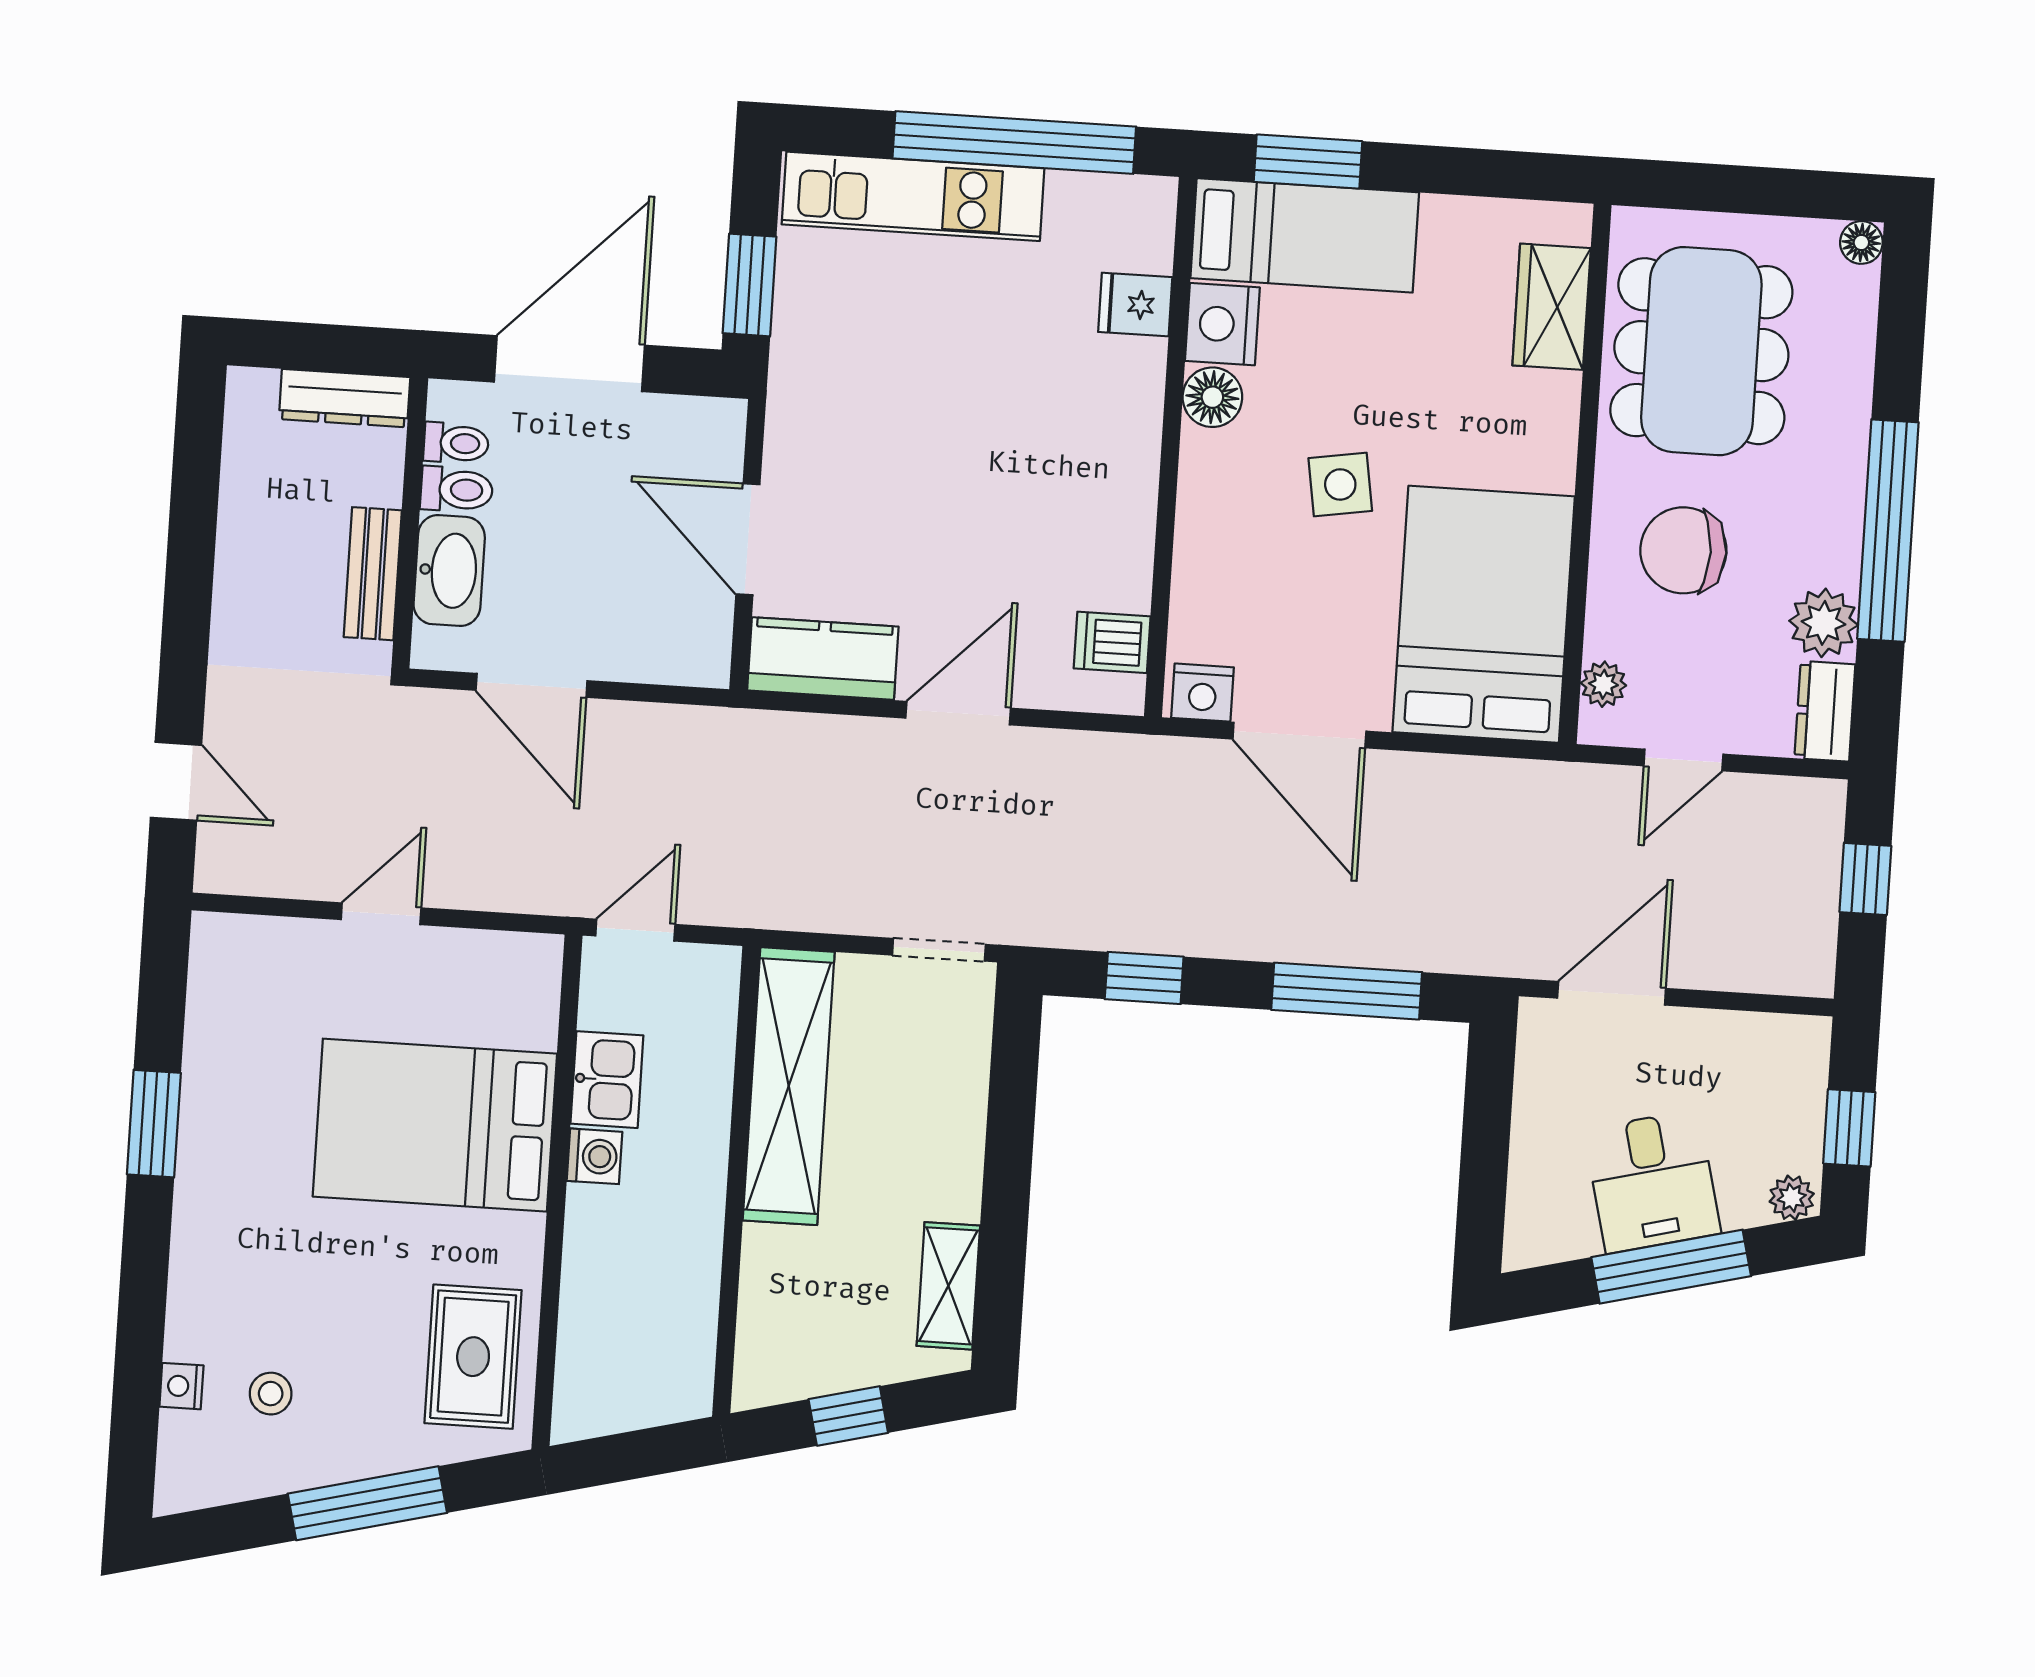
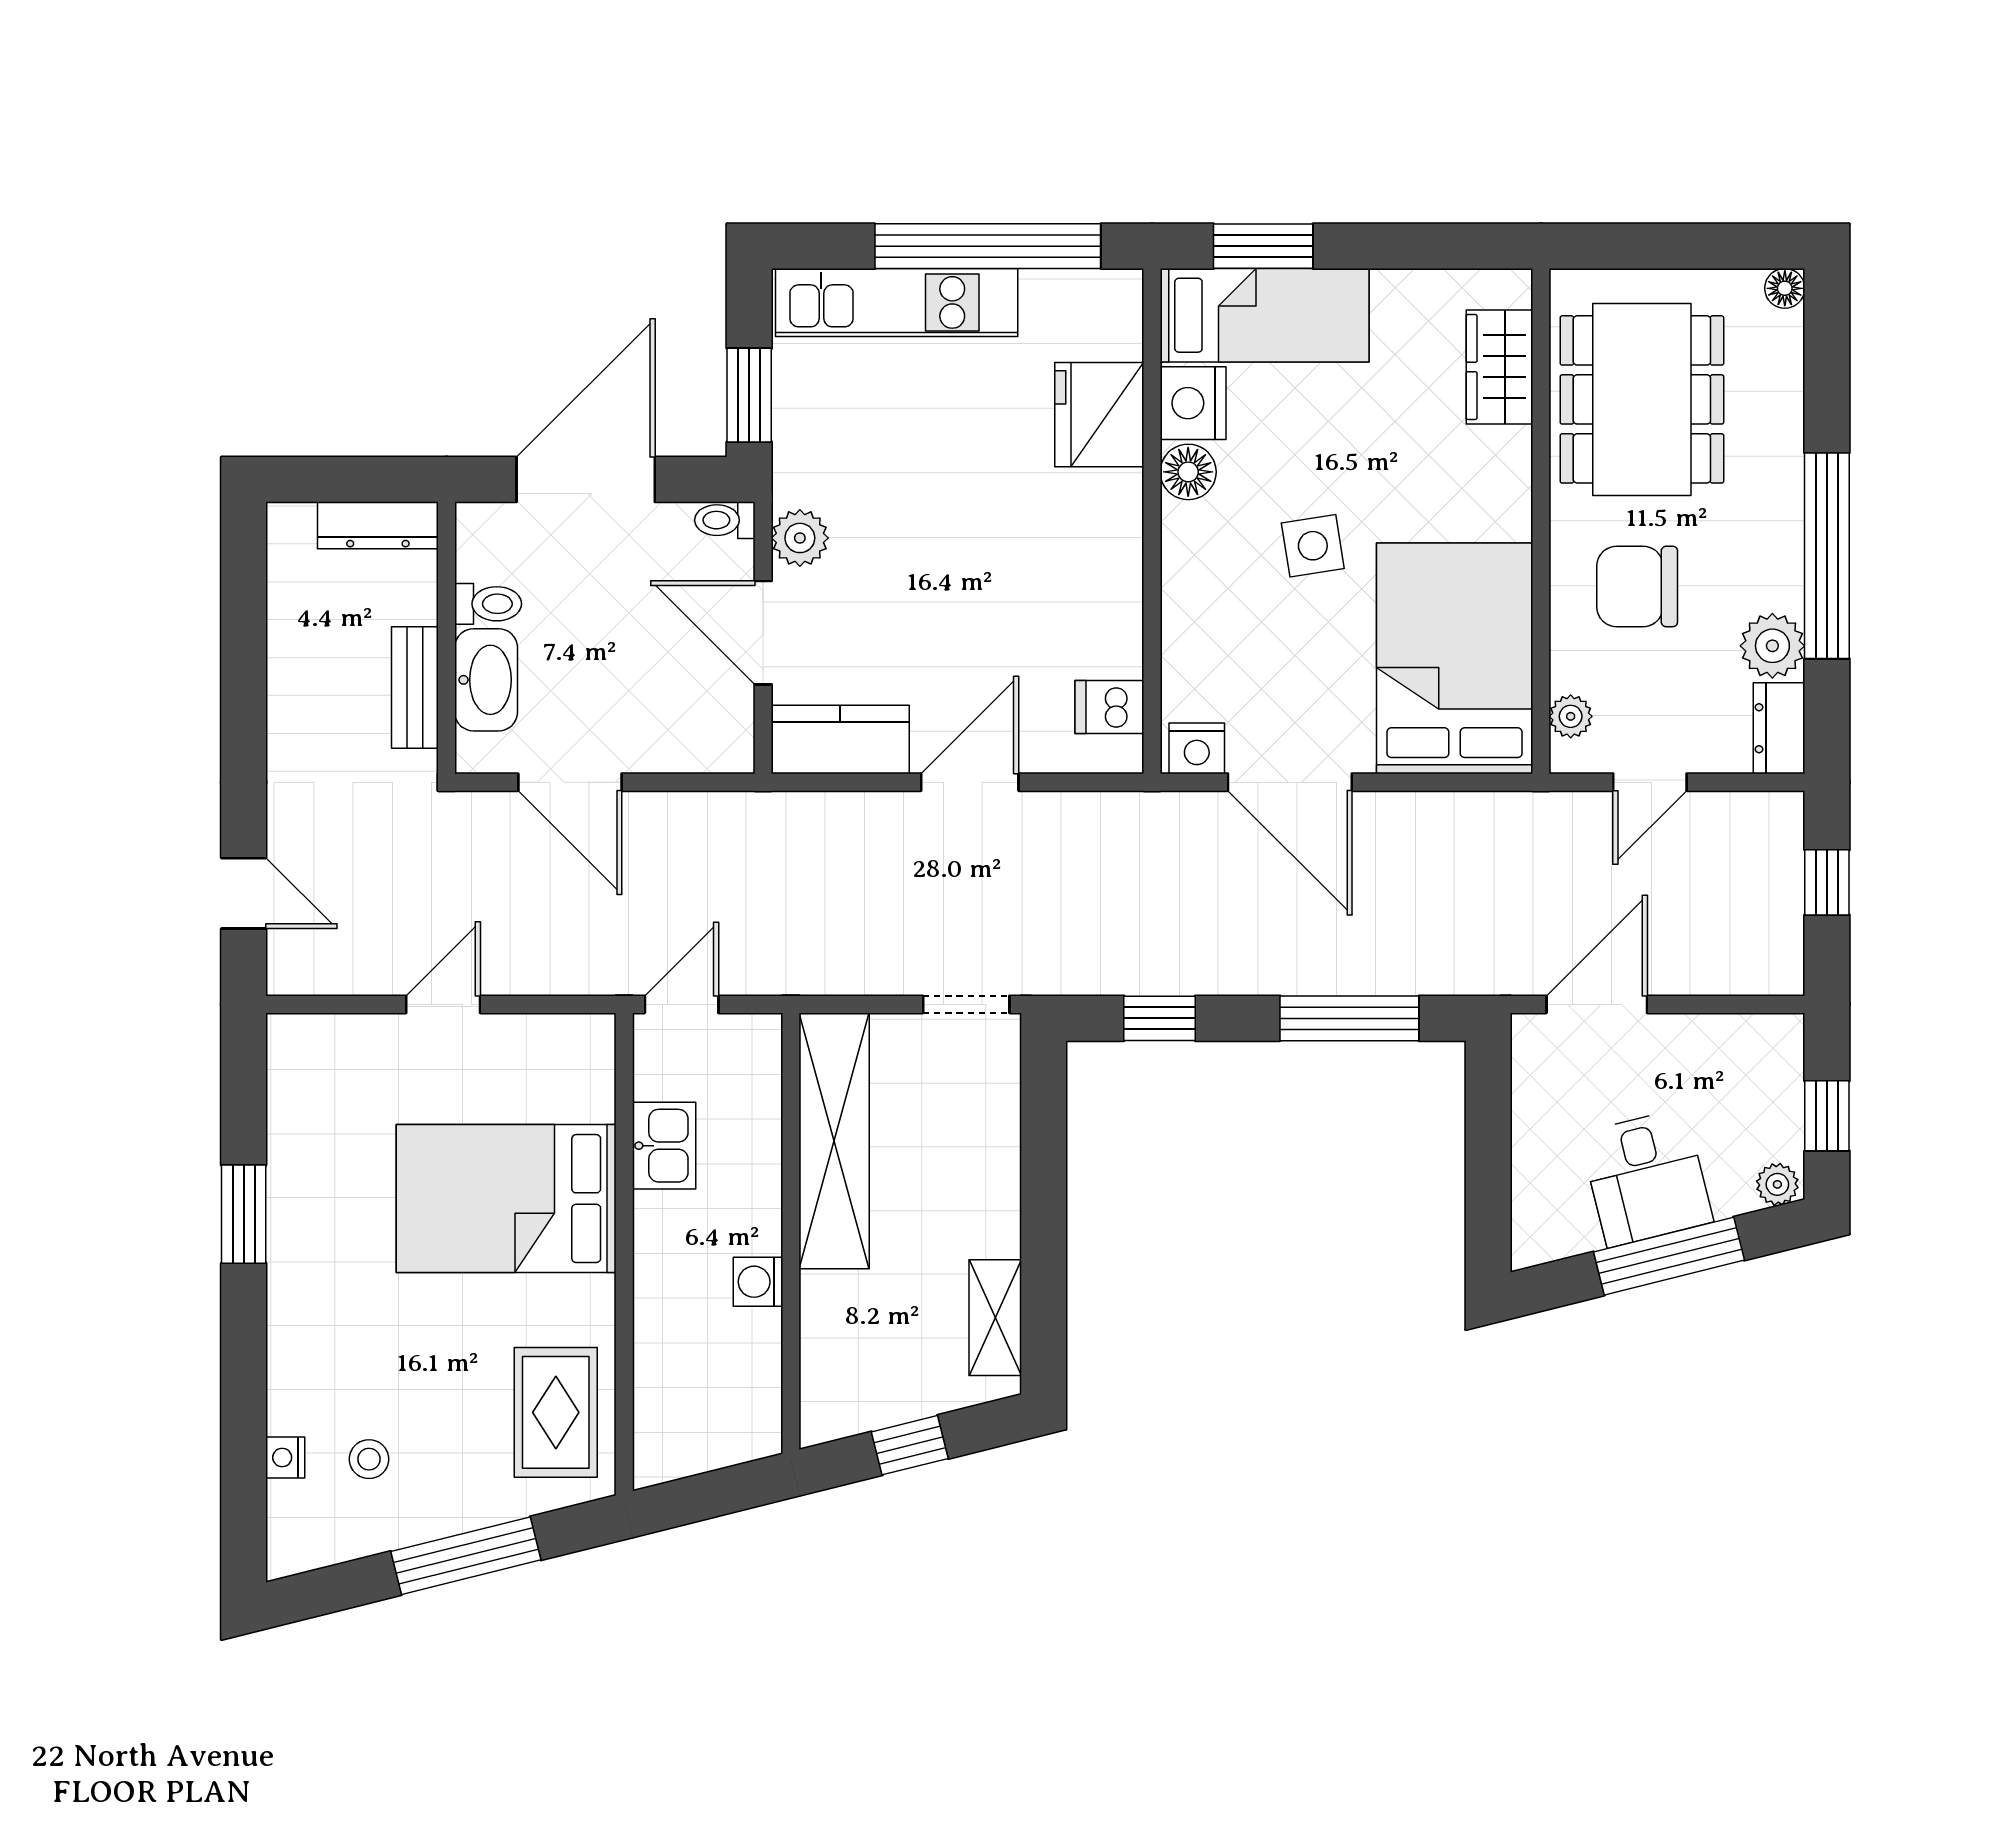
fridge: (1135, 305) -> (1099, 415), width x1.88, depth x1.34
plant: (794, 441) -> (800, 538), added
toilet: (456, 443) -> (725, 520), moved, turned 180
washing machine: (594, 1156) -> (758, 1282), moved, turned 180

